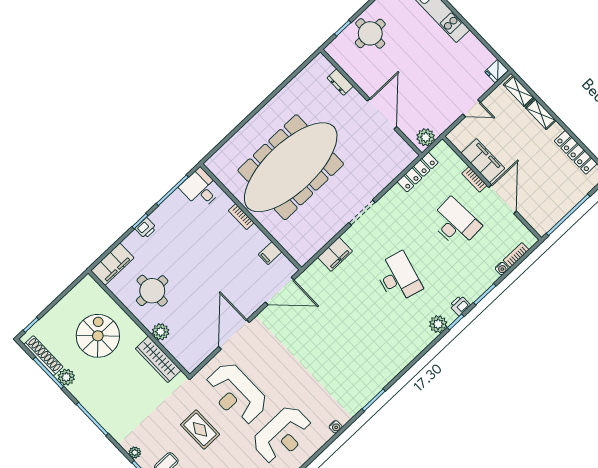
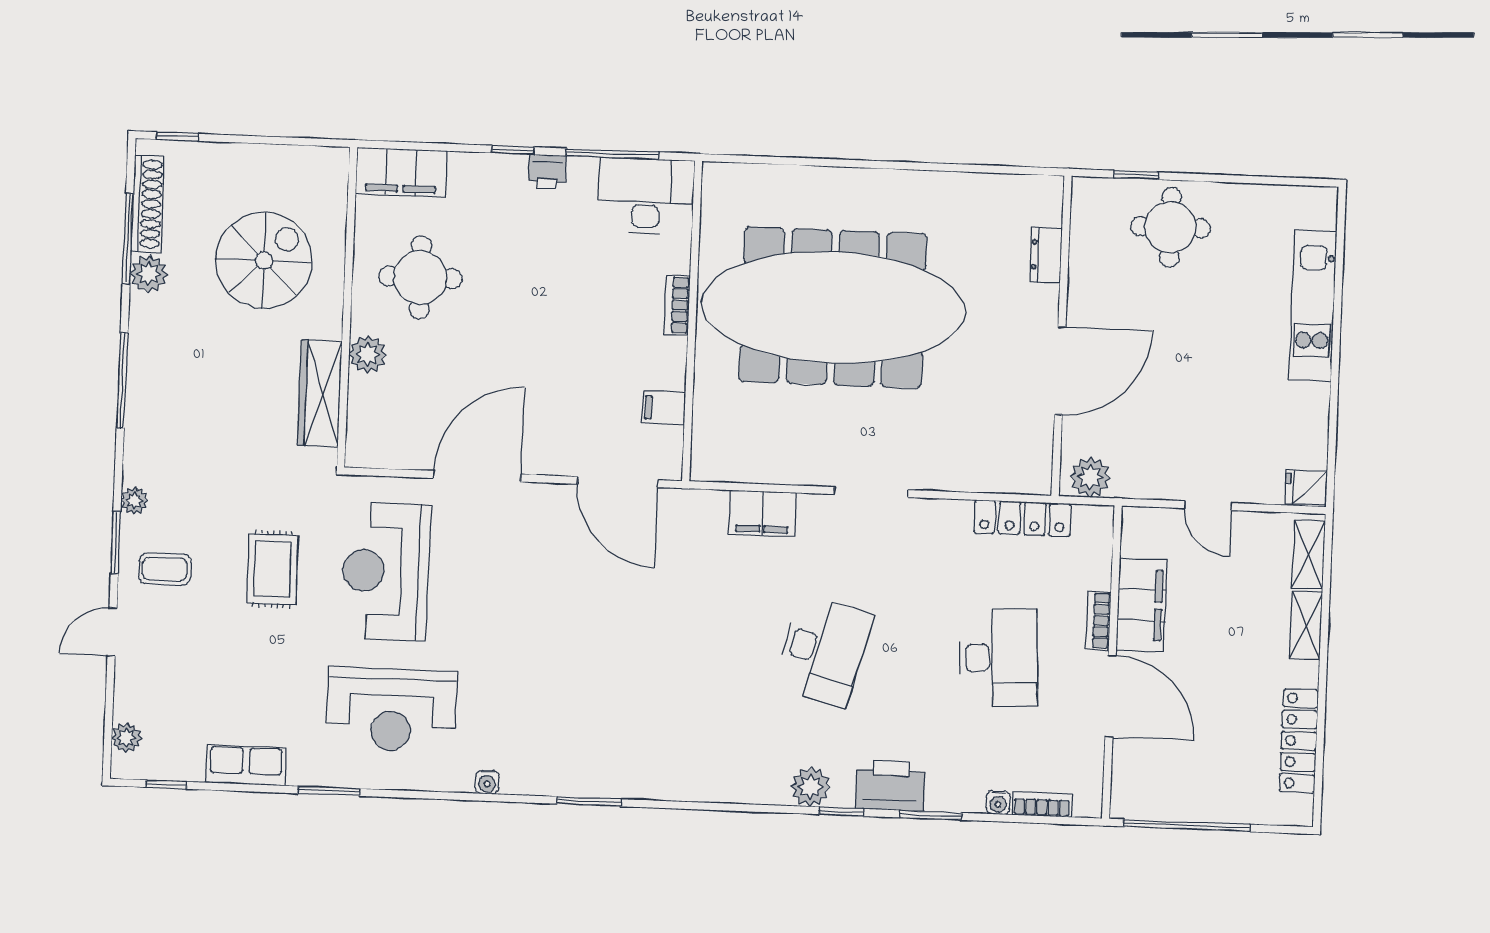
desk: (201, 189) -> (646, 196), width x1.37
door: (503, 199) -> (1110, 697), hinge flipped
printer: (146, 228) -> (547, 172), moved
printer: (460, 305) -> (890, 785), width x1.87, depth x1.48

